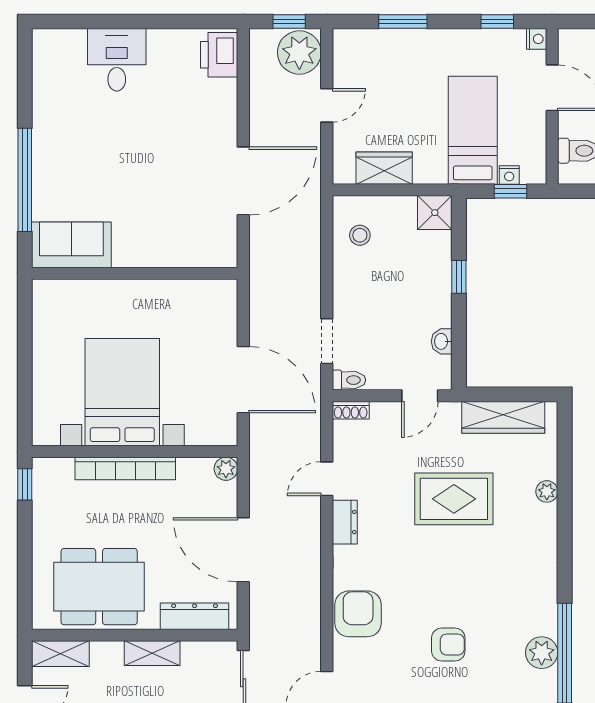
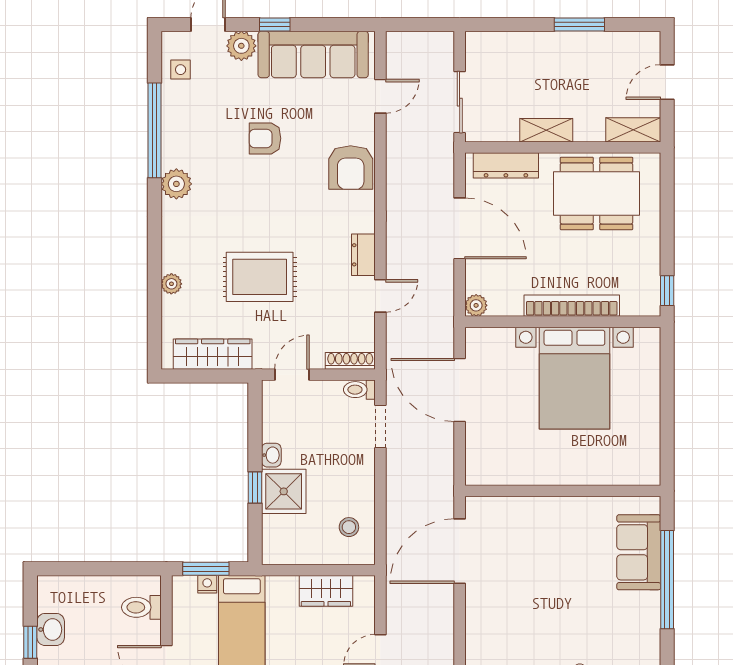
door: (243, 181) -> (460, 551), moved
window: (511, 191) -> (206, 569), width x1.50
shower: (435, 213) -> (284, 491), moved, width x1.36, depth x1.36
sofa: (71, 245) -> (639, 552), moved, turned 90
washbasin: (442, 341) -> (271, 455), moved
shoe rack: (351, 410) -> (350, 361), width x1.43
plant: (542, 653) -> (176, 184), moved

